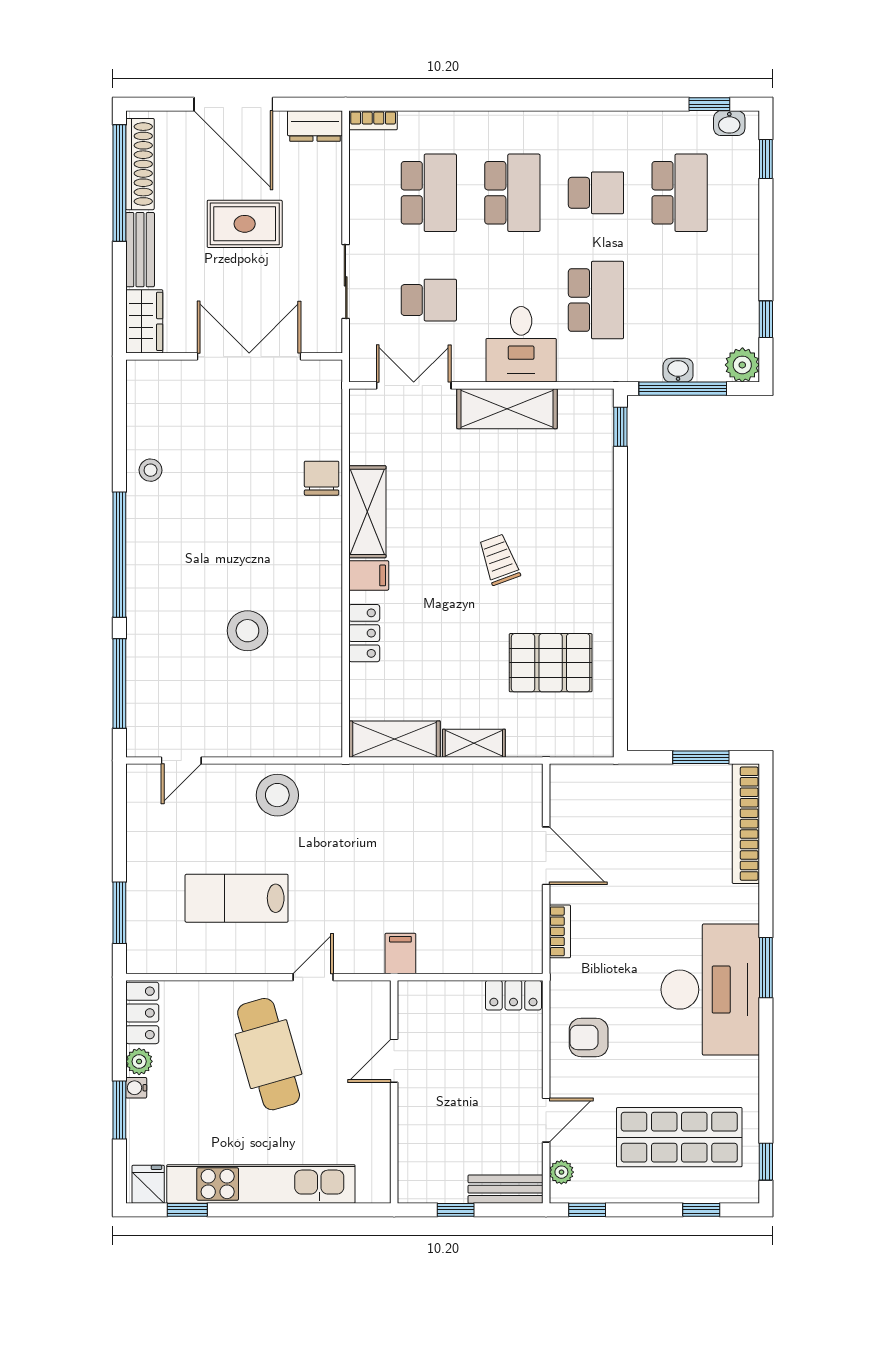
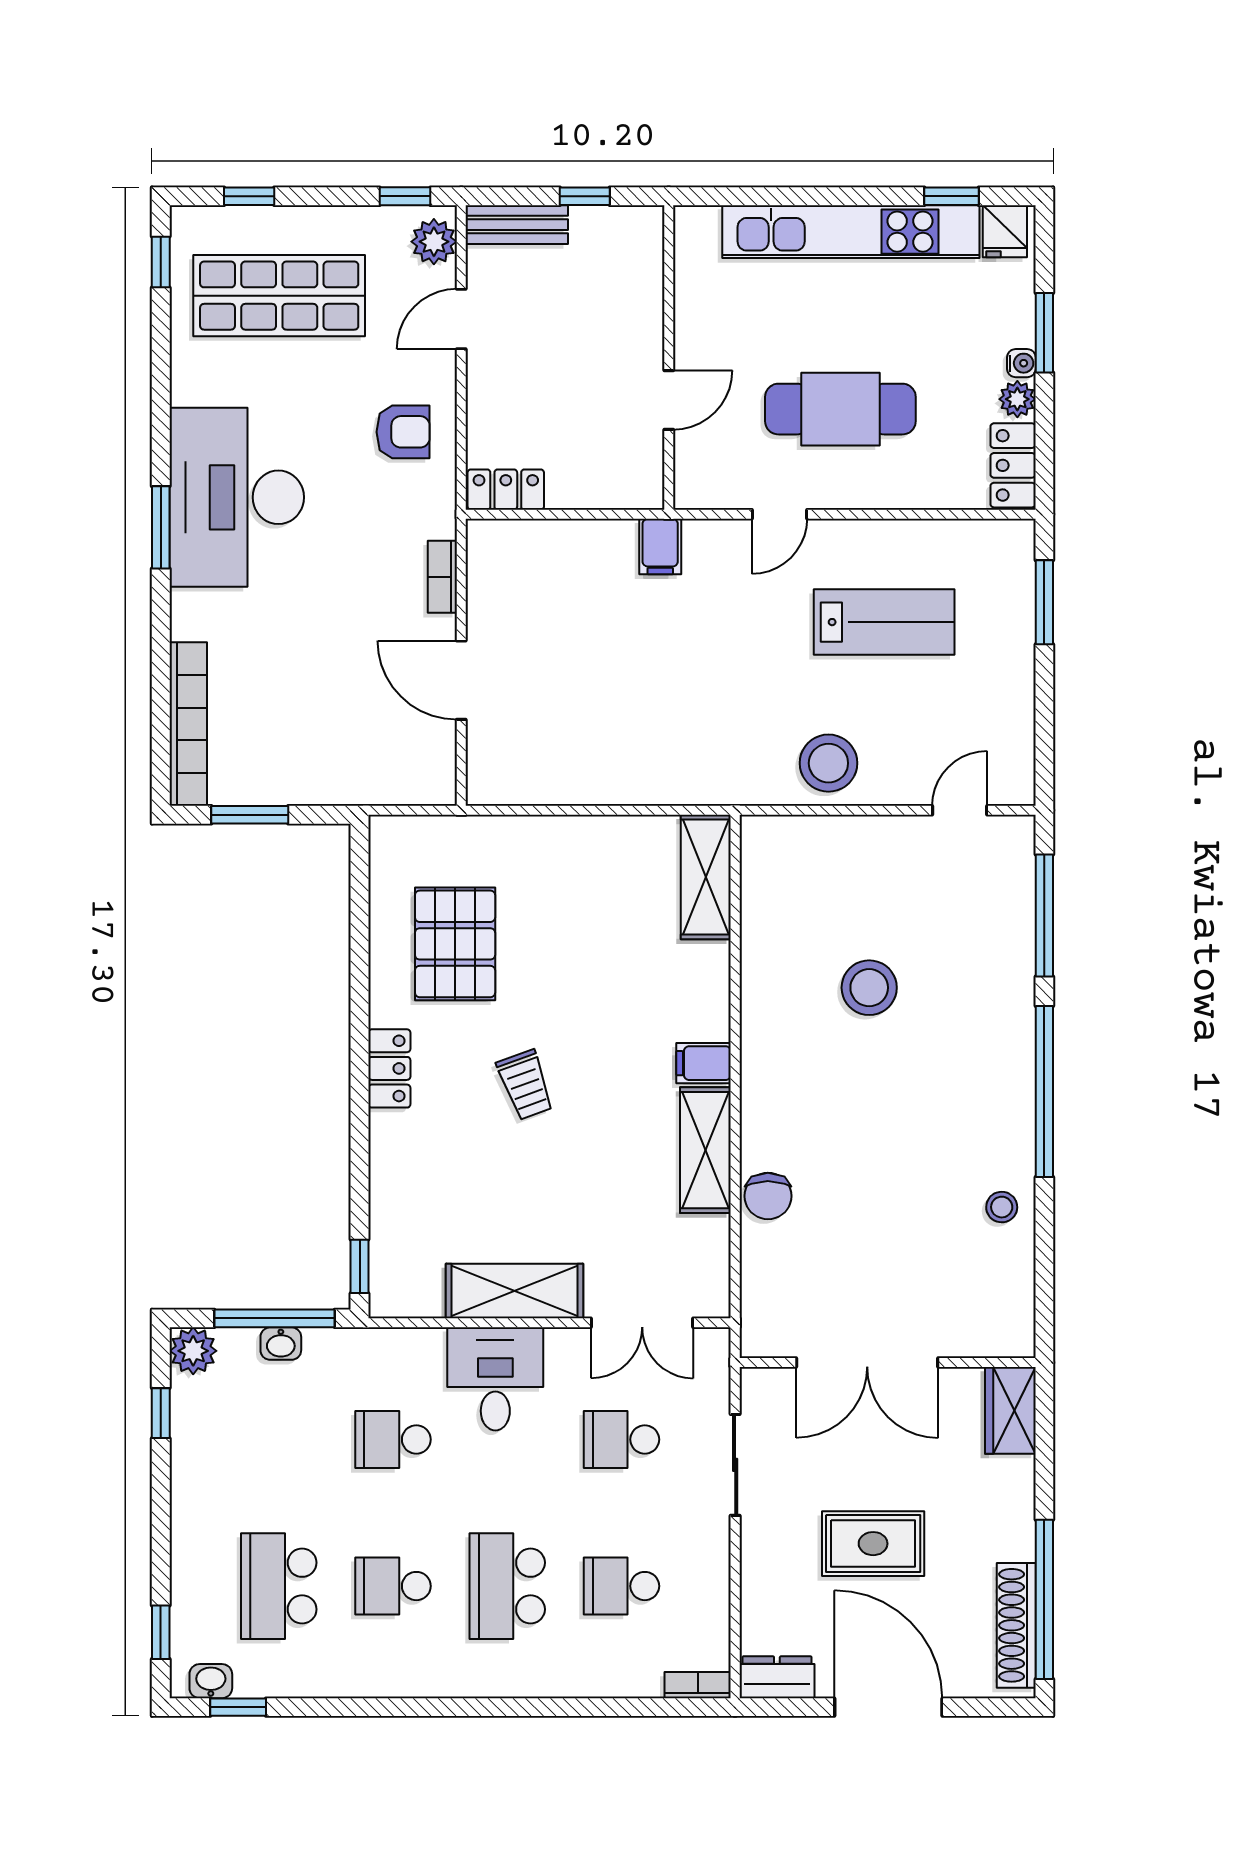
school desk: (429, 193) -> (621, 1586), width x0.54
bench: (140, 250) -> (1016, 1508), removed
school desk: (596, 300) -> (393, 1439), width x0.54
locker: (364, 633) -> (389, 1068), moved, turned 180
pallet: (551, 663) -> (455, 944), turned 90
shelving: (394, 739) -> (706, 877), moved, turned 90
shelving: (474, 743) -> (560, 834), removed
cafe table: (269, 1054) -> (840, 409), turned -74
plant: (561, 1172) -> (434, 242), width x1.38, depth x1.38

